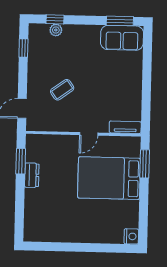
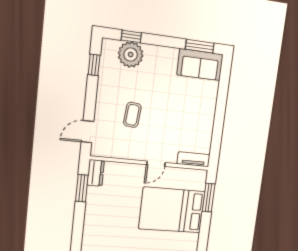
plant: (56, 30) -> (131, 55), width x1.87, depth x1.87
coffee table: (62, 90) -> (132, 115), turned -49
dresser: (32, 175) -> (96, 173), moved

